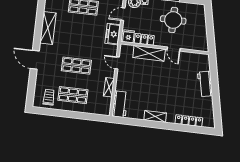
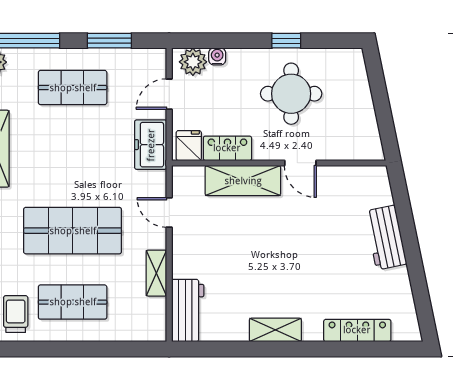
shop shelf: (76, 66) -> (73, 231), width x1.43, depth x1.36

